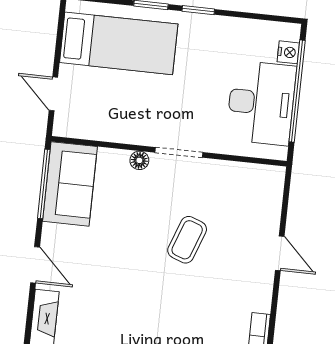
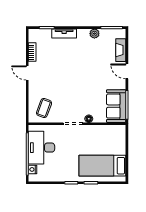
door: (53, 94) -> (127, 142), removed
coffee table: (187, 240) -> (44, 108), moved
door: (280, 253) -> (27, 73), moved

